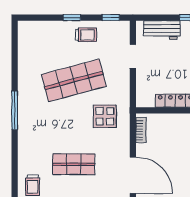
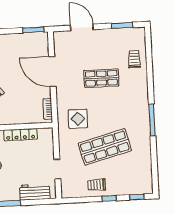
window: (111, 18) -> (137, 197), moved

